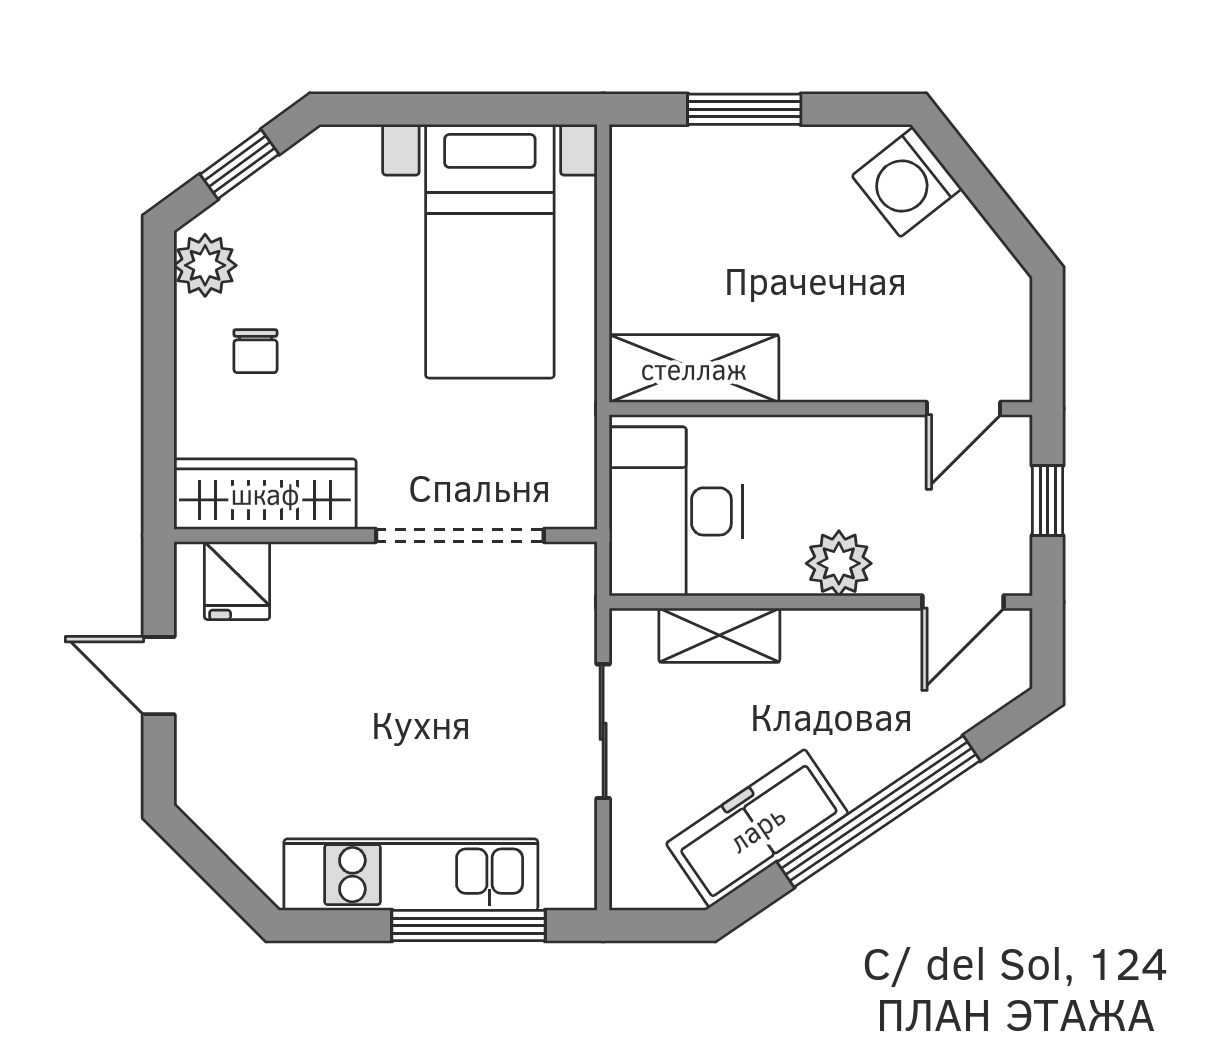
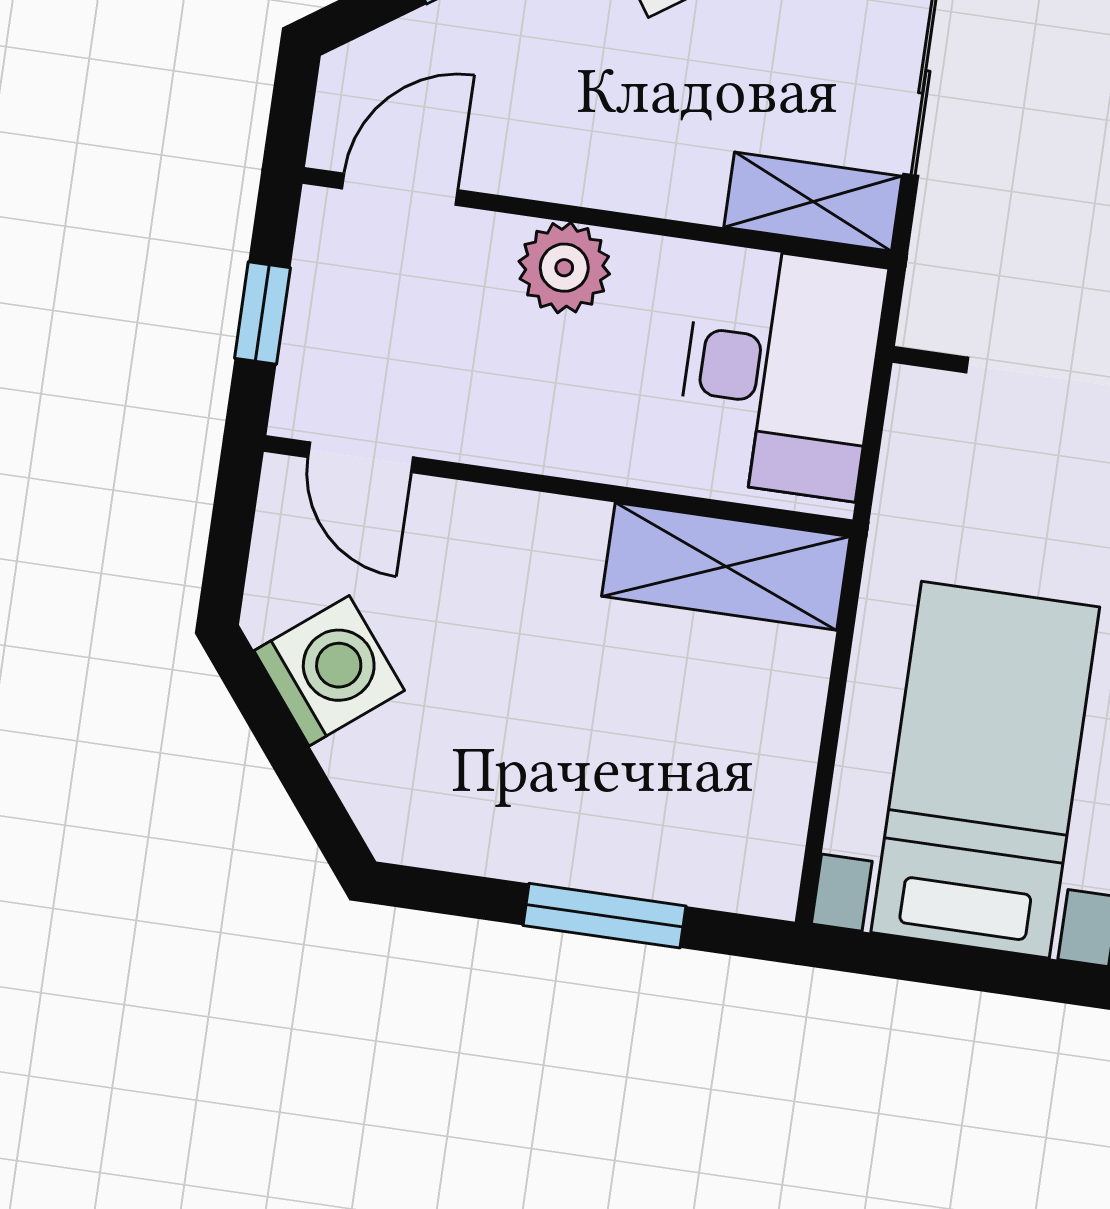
washing machine: (907, 182) -> (329, 671), moved
door: (964, 409) -> (361, 457), swing flipped
shelving: (719, 635) -> (813, 202), moved

